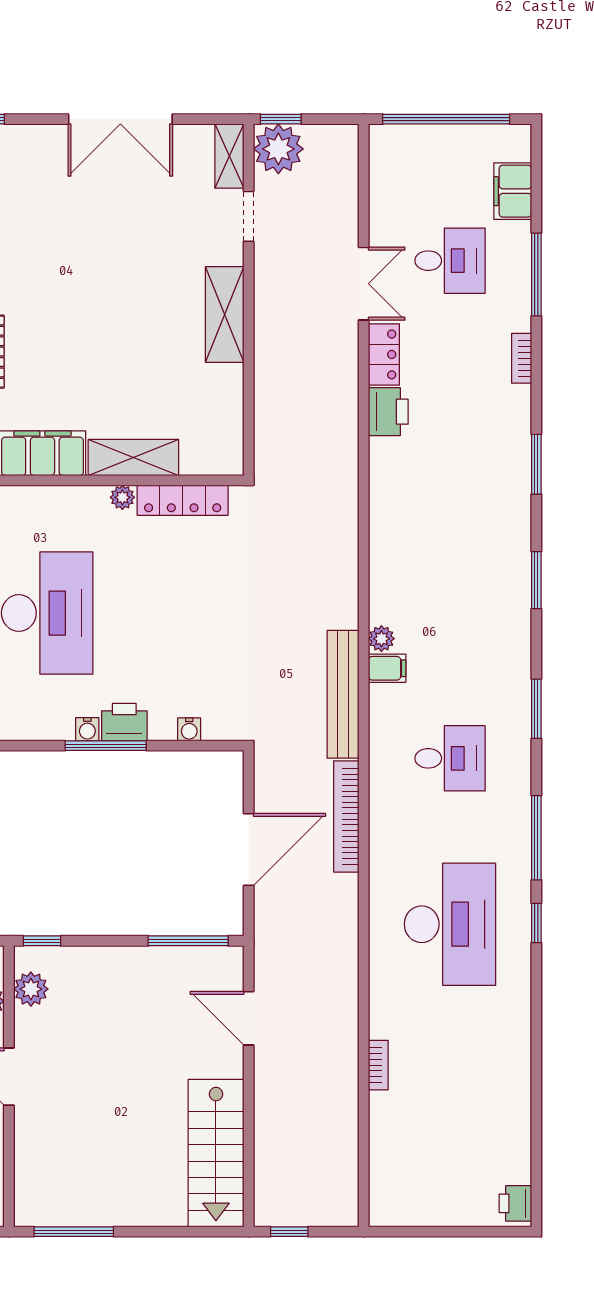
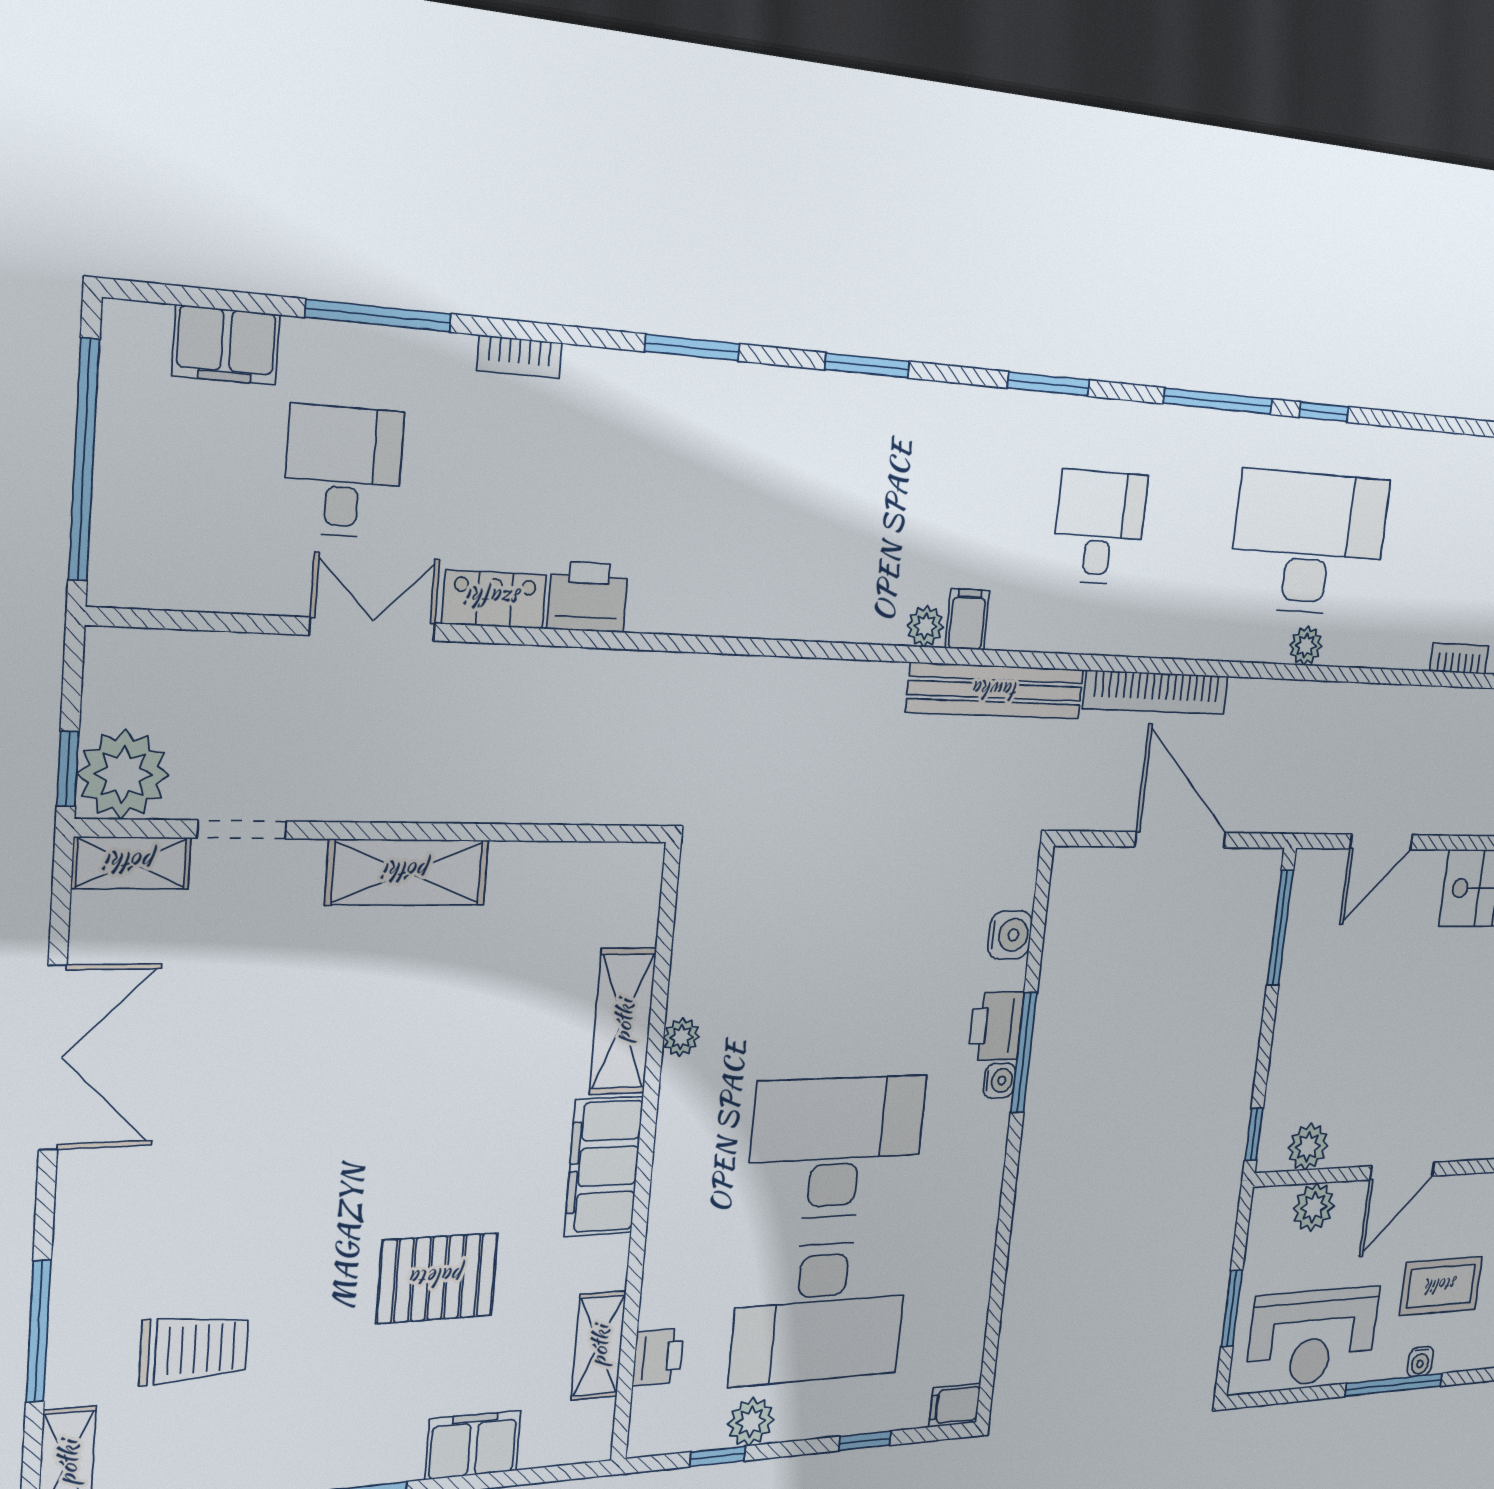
locker: (183, 500) -> (694, 941), removed
water cooler: (189, 729) -> (1010, 935), width x1.38, depth x1.38
plant: (382, 932) -> (1306, 646), added

